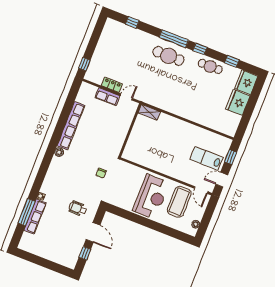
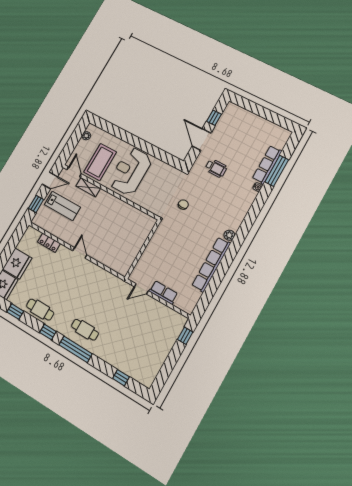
cafe table: (169, 56) -> (85, 330), width x0.73, depth x0.74
locker: (112, 85) -> (49, 243), moved
shelving: (149, 112) -> (88, 187), moved
door: (184, 120) -> (80, 253), added

